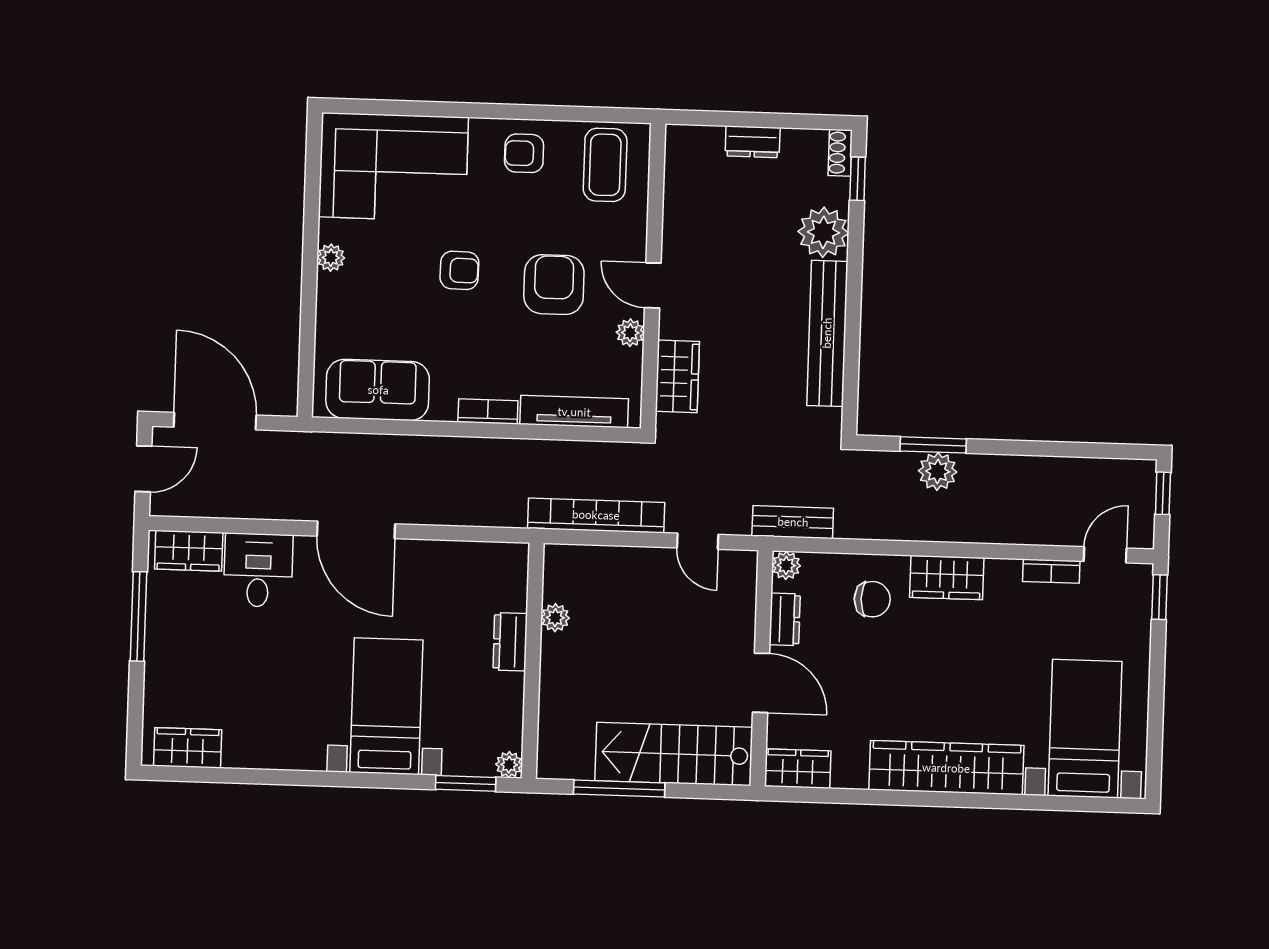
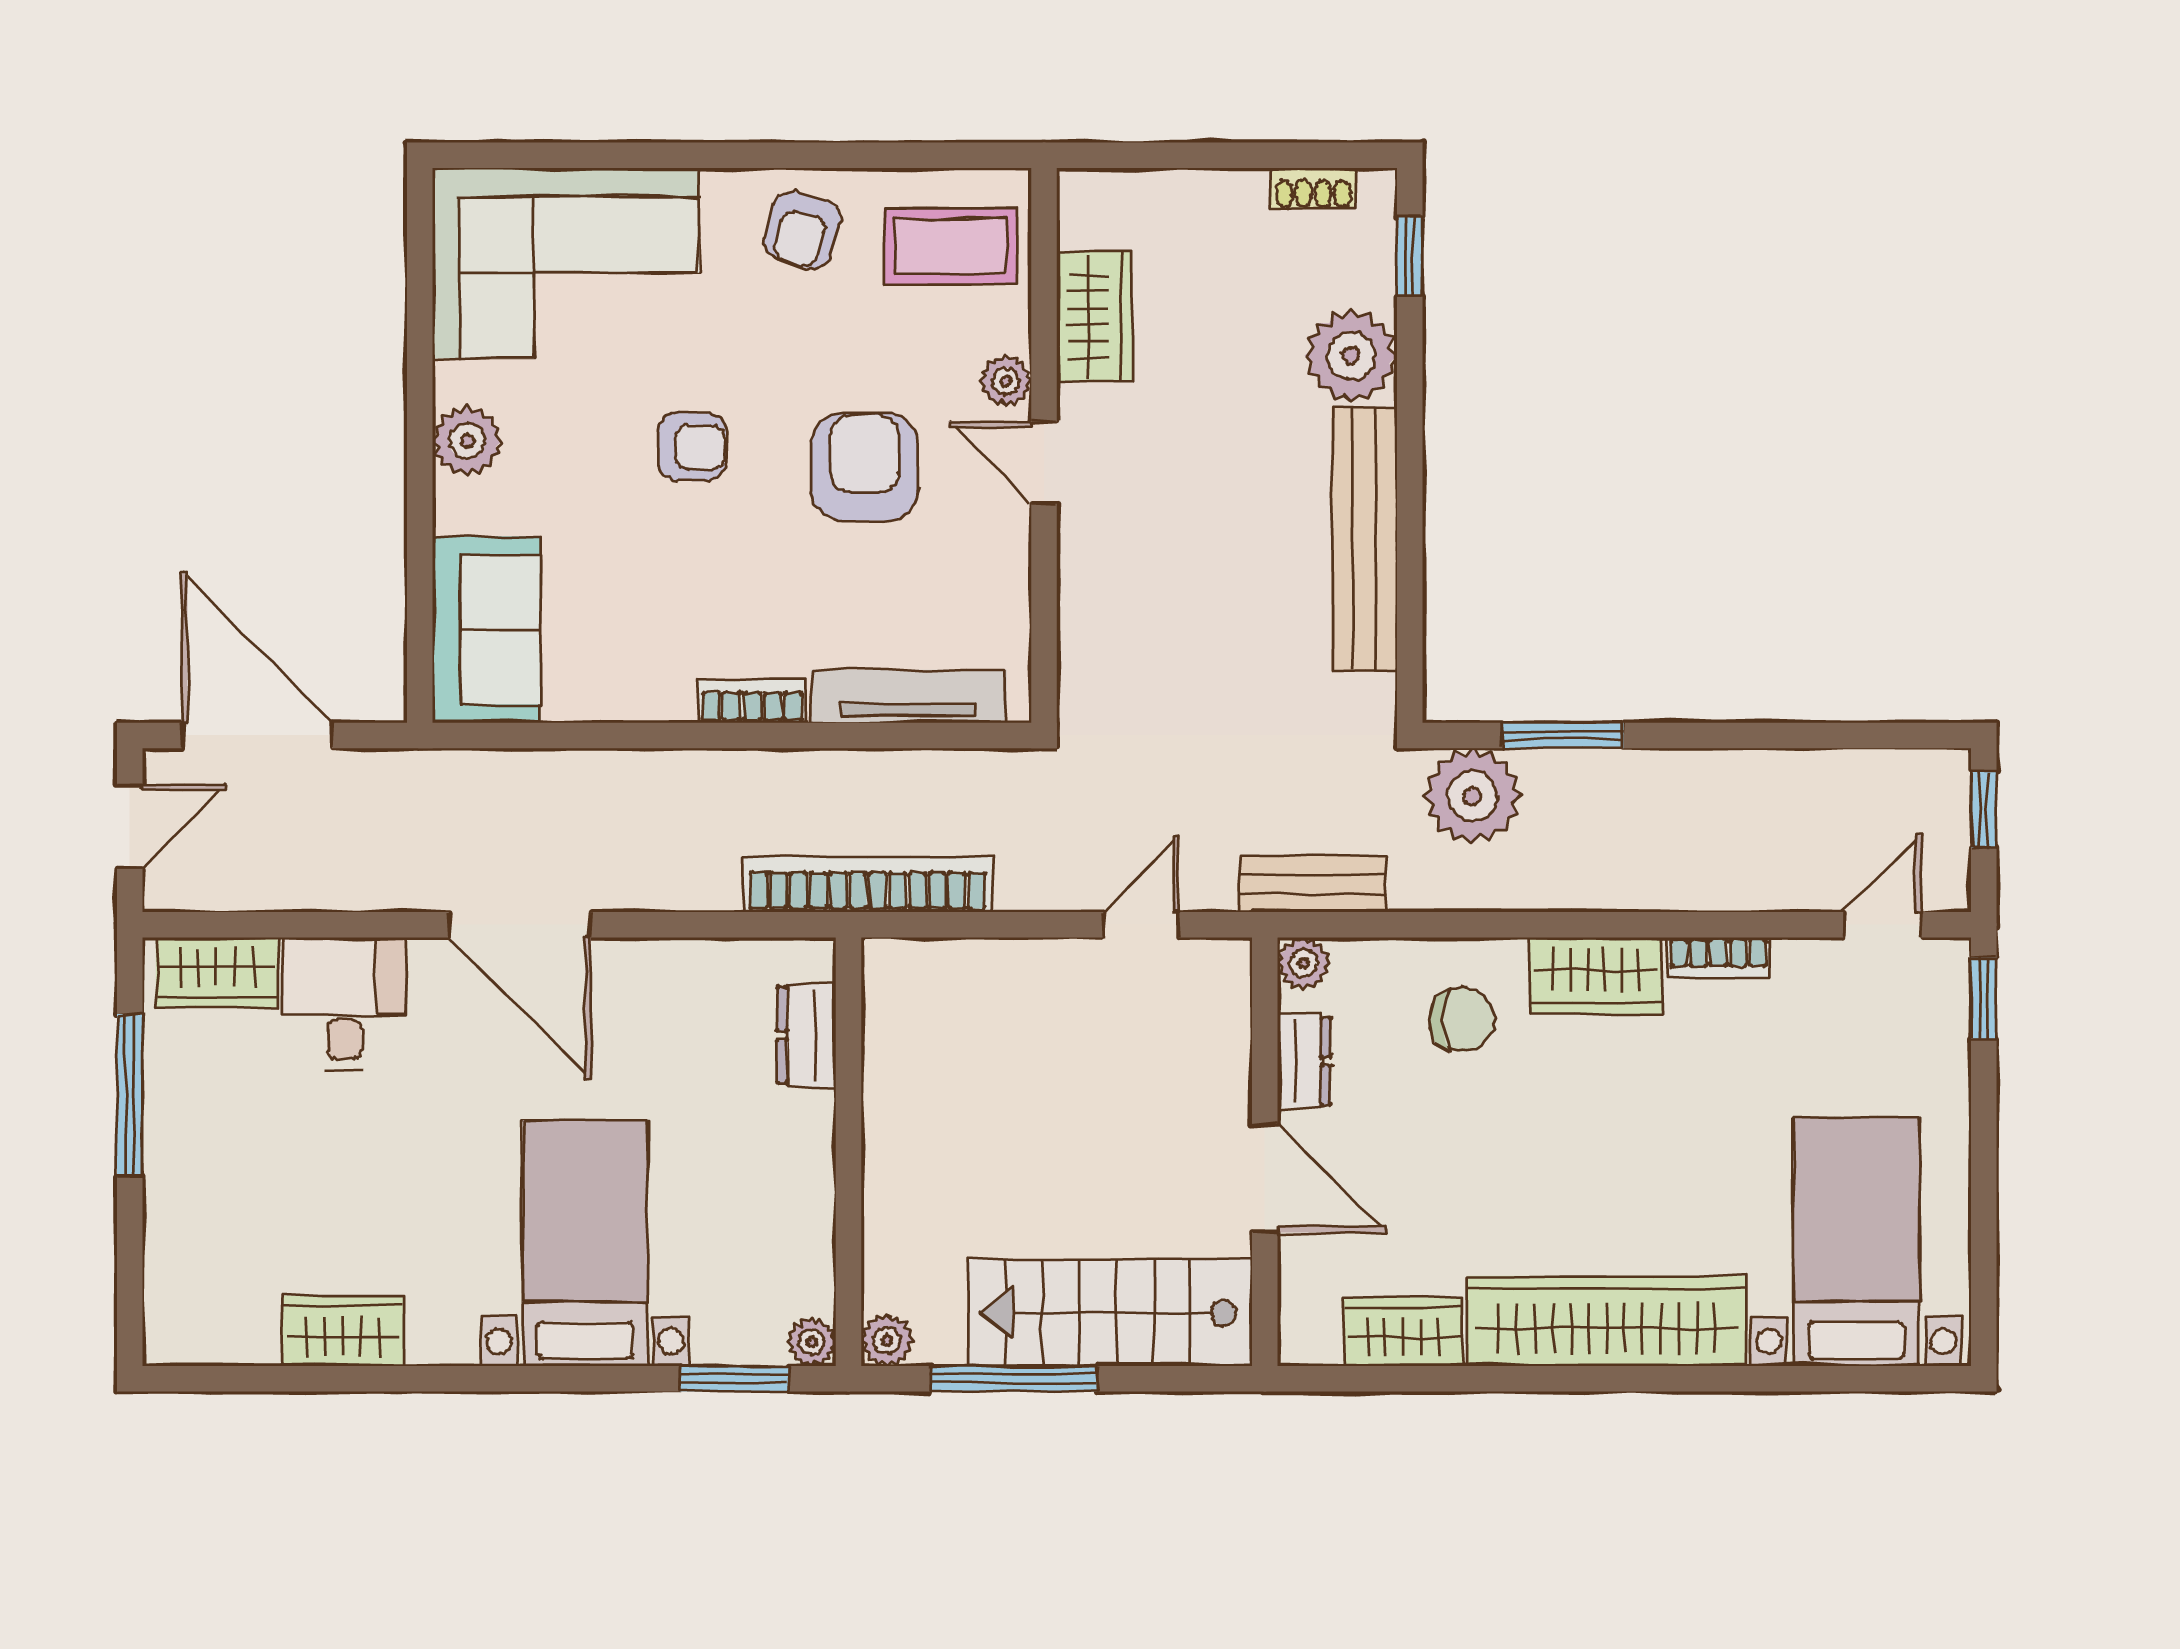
dresser: (753, 142) -> (1217, 196), removed
armchair: (524, 153) -> (802, 230), turned -73
shoe rack: (840, 153) -> (1313, 188), moved, turned -90
coffee table: (605, 165) -> (950, 246), turned 90
plant: (331, 258) -> (467, 441), width x1.38, depth x1.38
plant: (630, 333) -> (1006, 381), moved
wardrobe: (677, 376) -> (1094, 317), moved
sofa: (378, 390) -> (486, 630), moved, turned 90
plant: (938, 471) -> (1472, 796), moved, width x1.36, depth x1.36
bookcase: (596, 515) -> (868, 884), moved
door: (698, 541) -> (1141, 925), swing flipped
bookcase: (1051, 571) -> (1718, 958), moved
plant: (555, 618) -> (887, 1340), moved
dresser: (510, 642) -> (806, 1035), moved
wardrobe: (188, 748) -> (343, 1331), moved
wardrobe: (798, 769) -> (1403, 1332), moved

